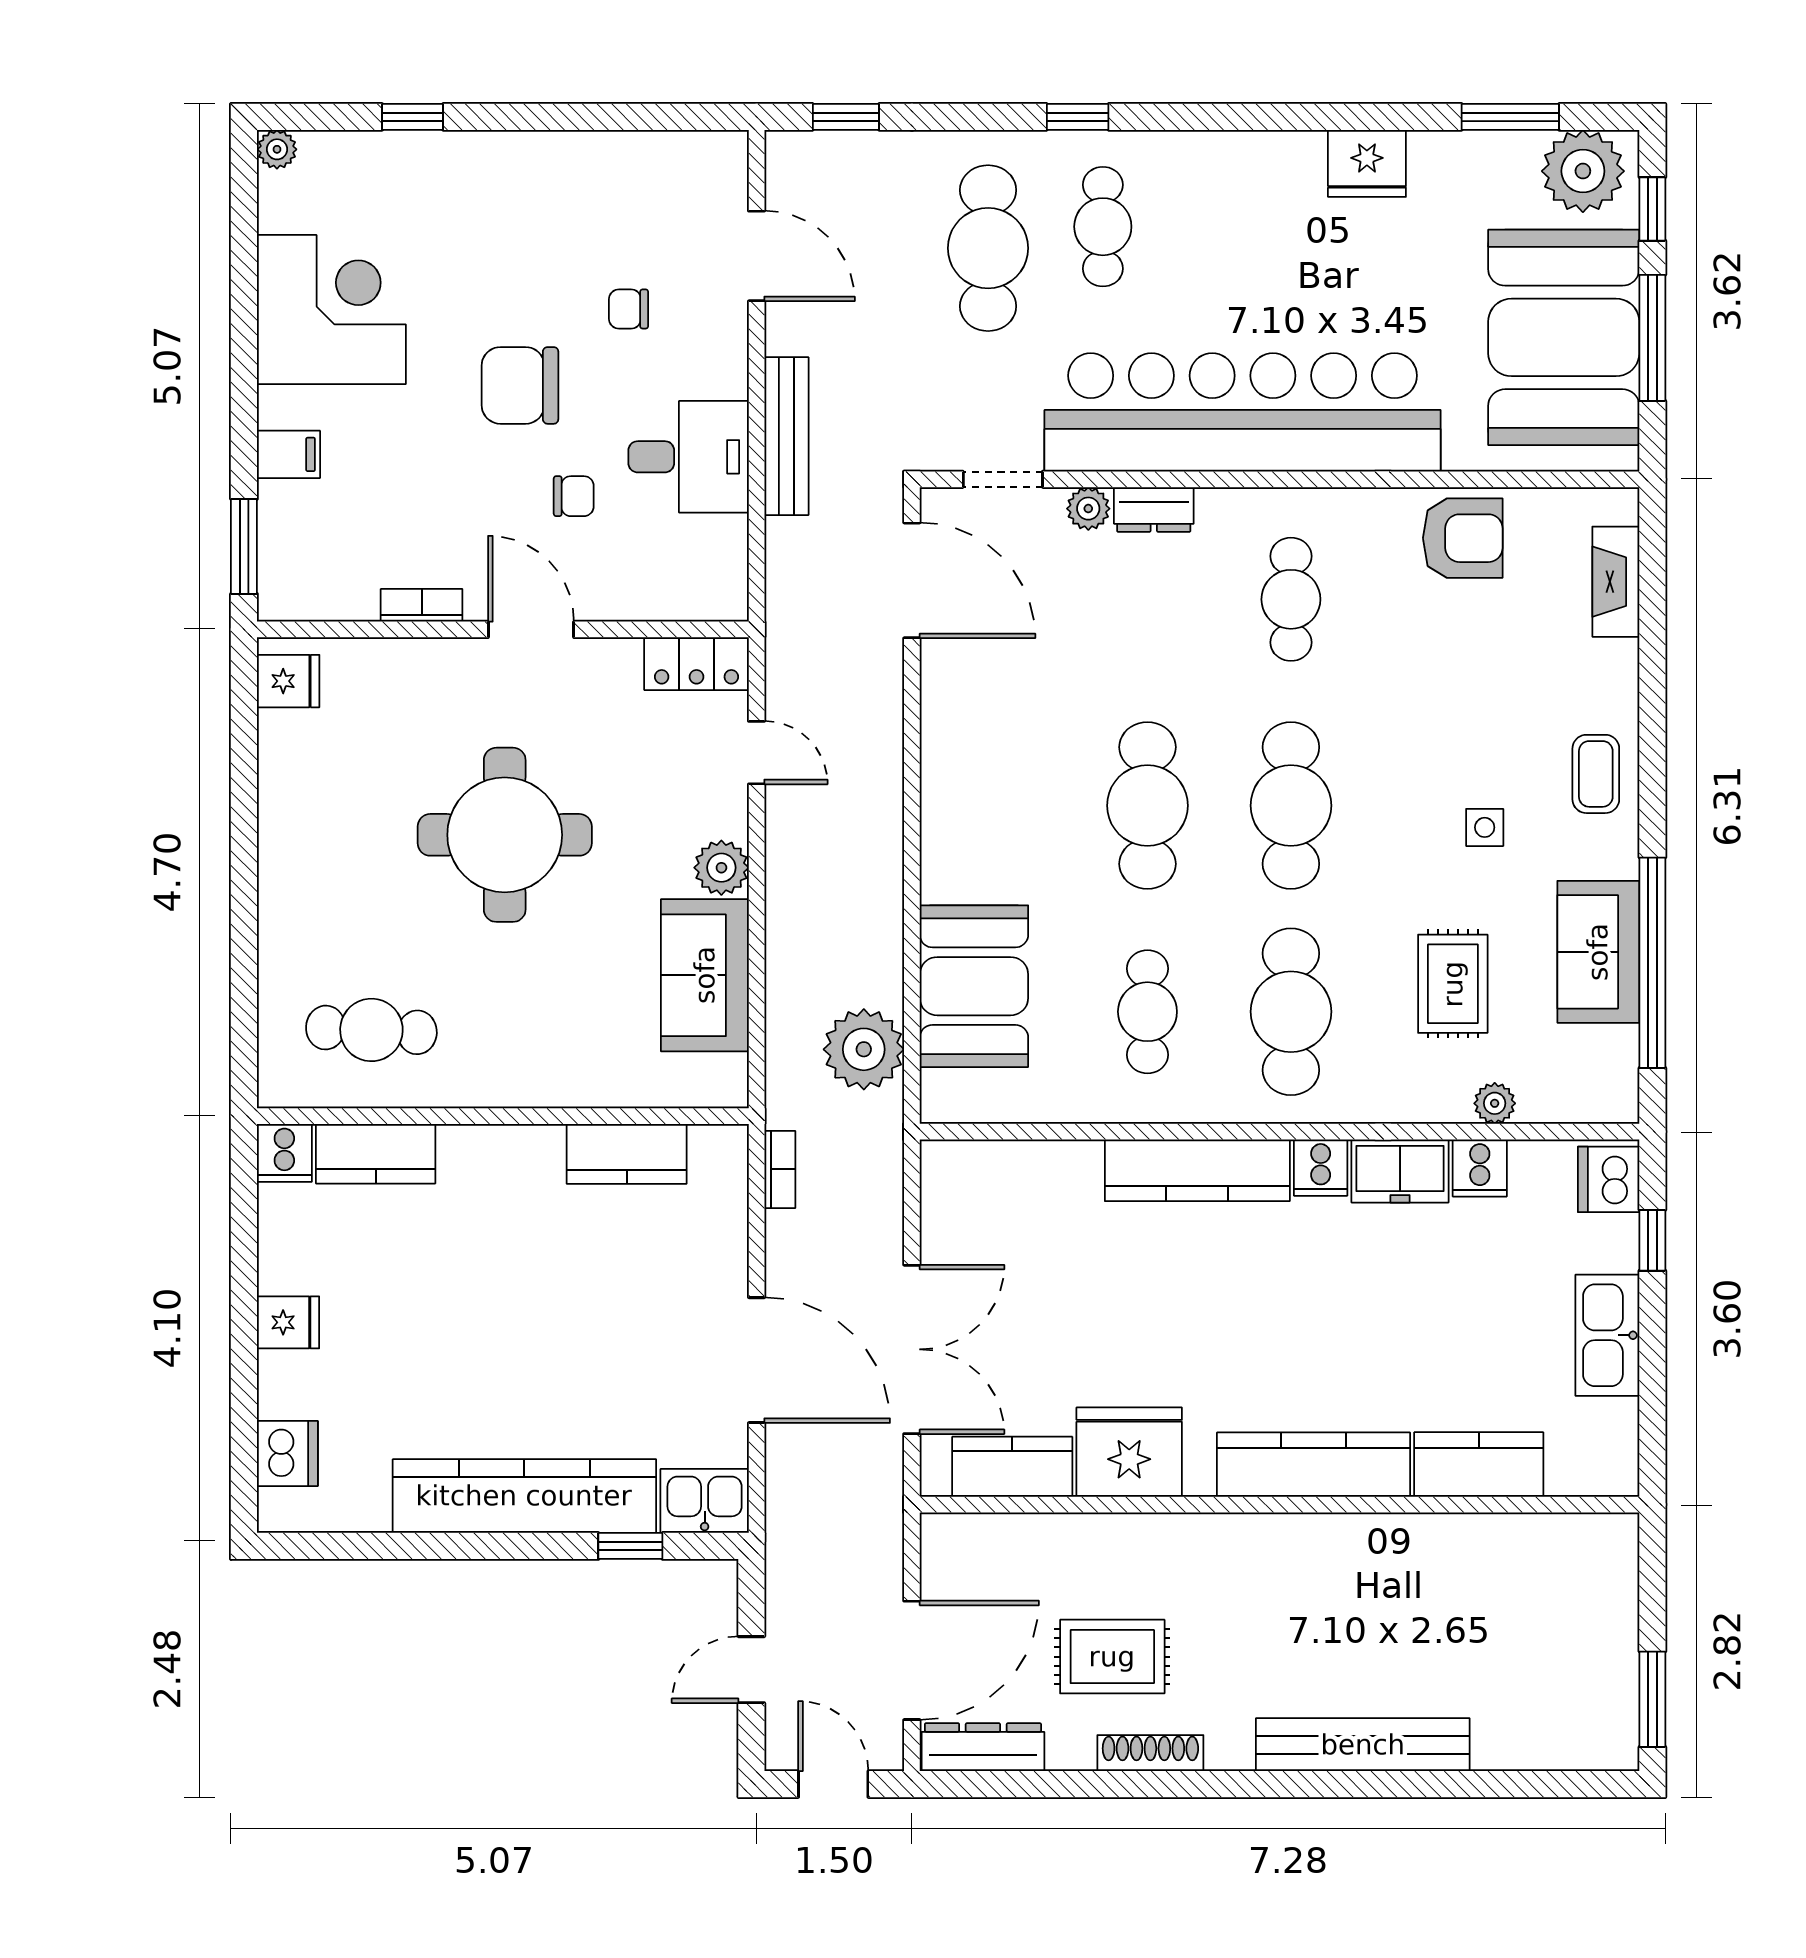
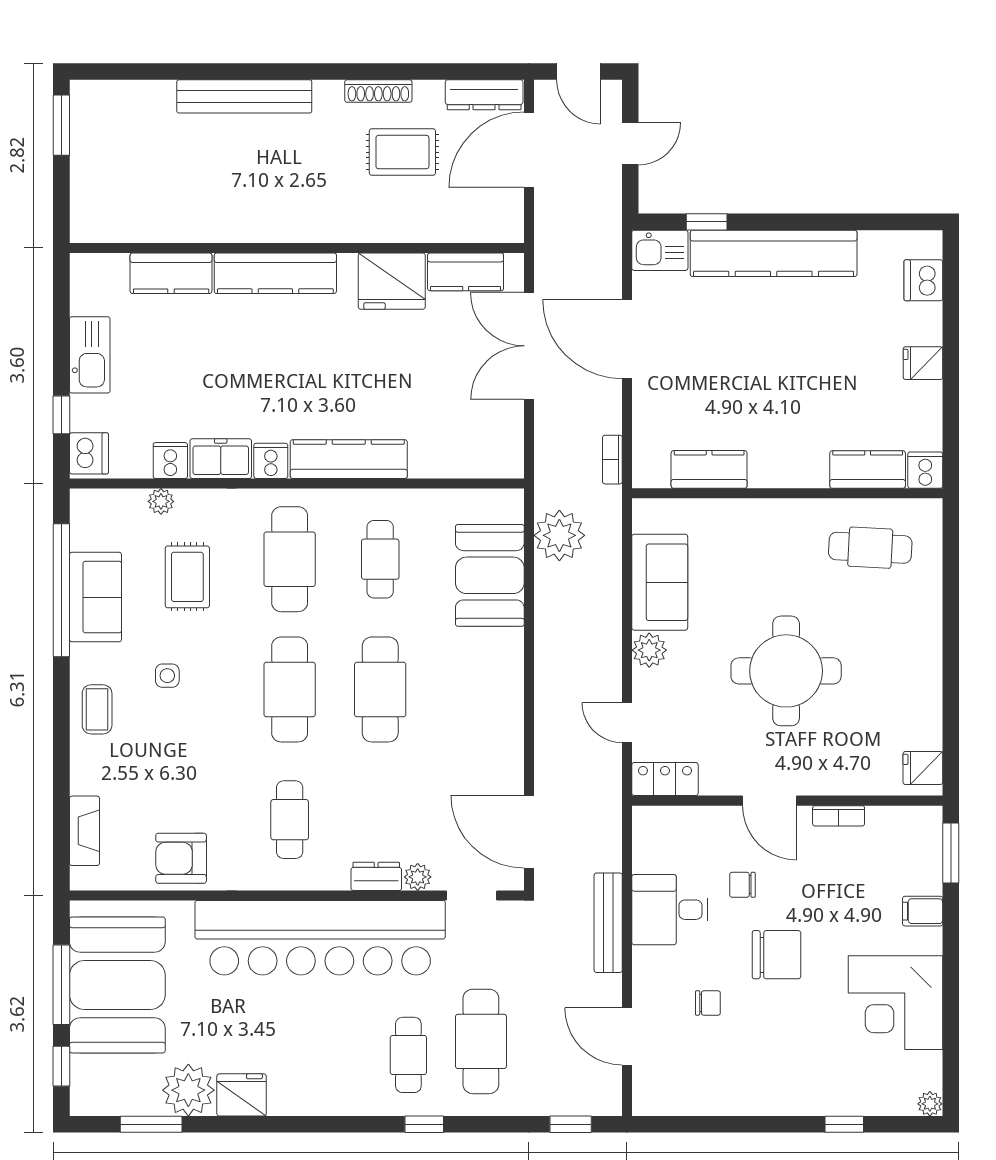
plant: (1583, 171) -> (188, 1090), moved

